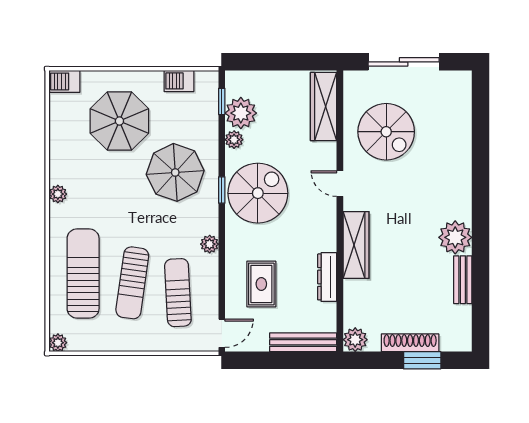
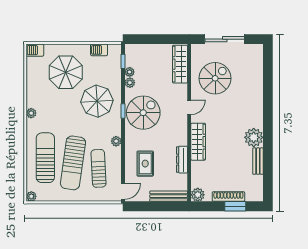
plant: (241, 113) -> (130, 72), width x0.53, depth x0.53
spiral stairs: (386, 132) -> (215, 78), turned -90
door: (340, 184) -> (189, 107), swing flipped
sun lounger: (132, 283) -> (73, 163), width x1.36, depth x1.34

